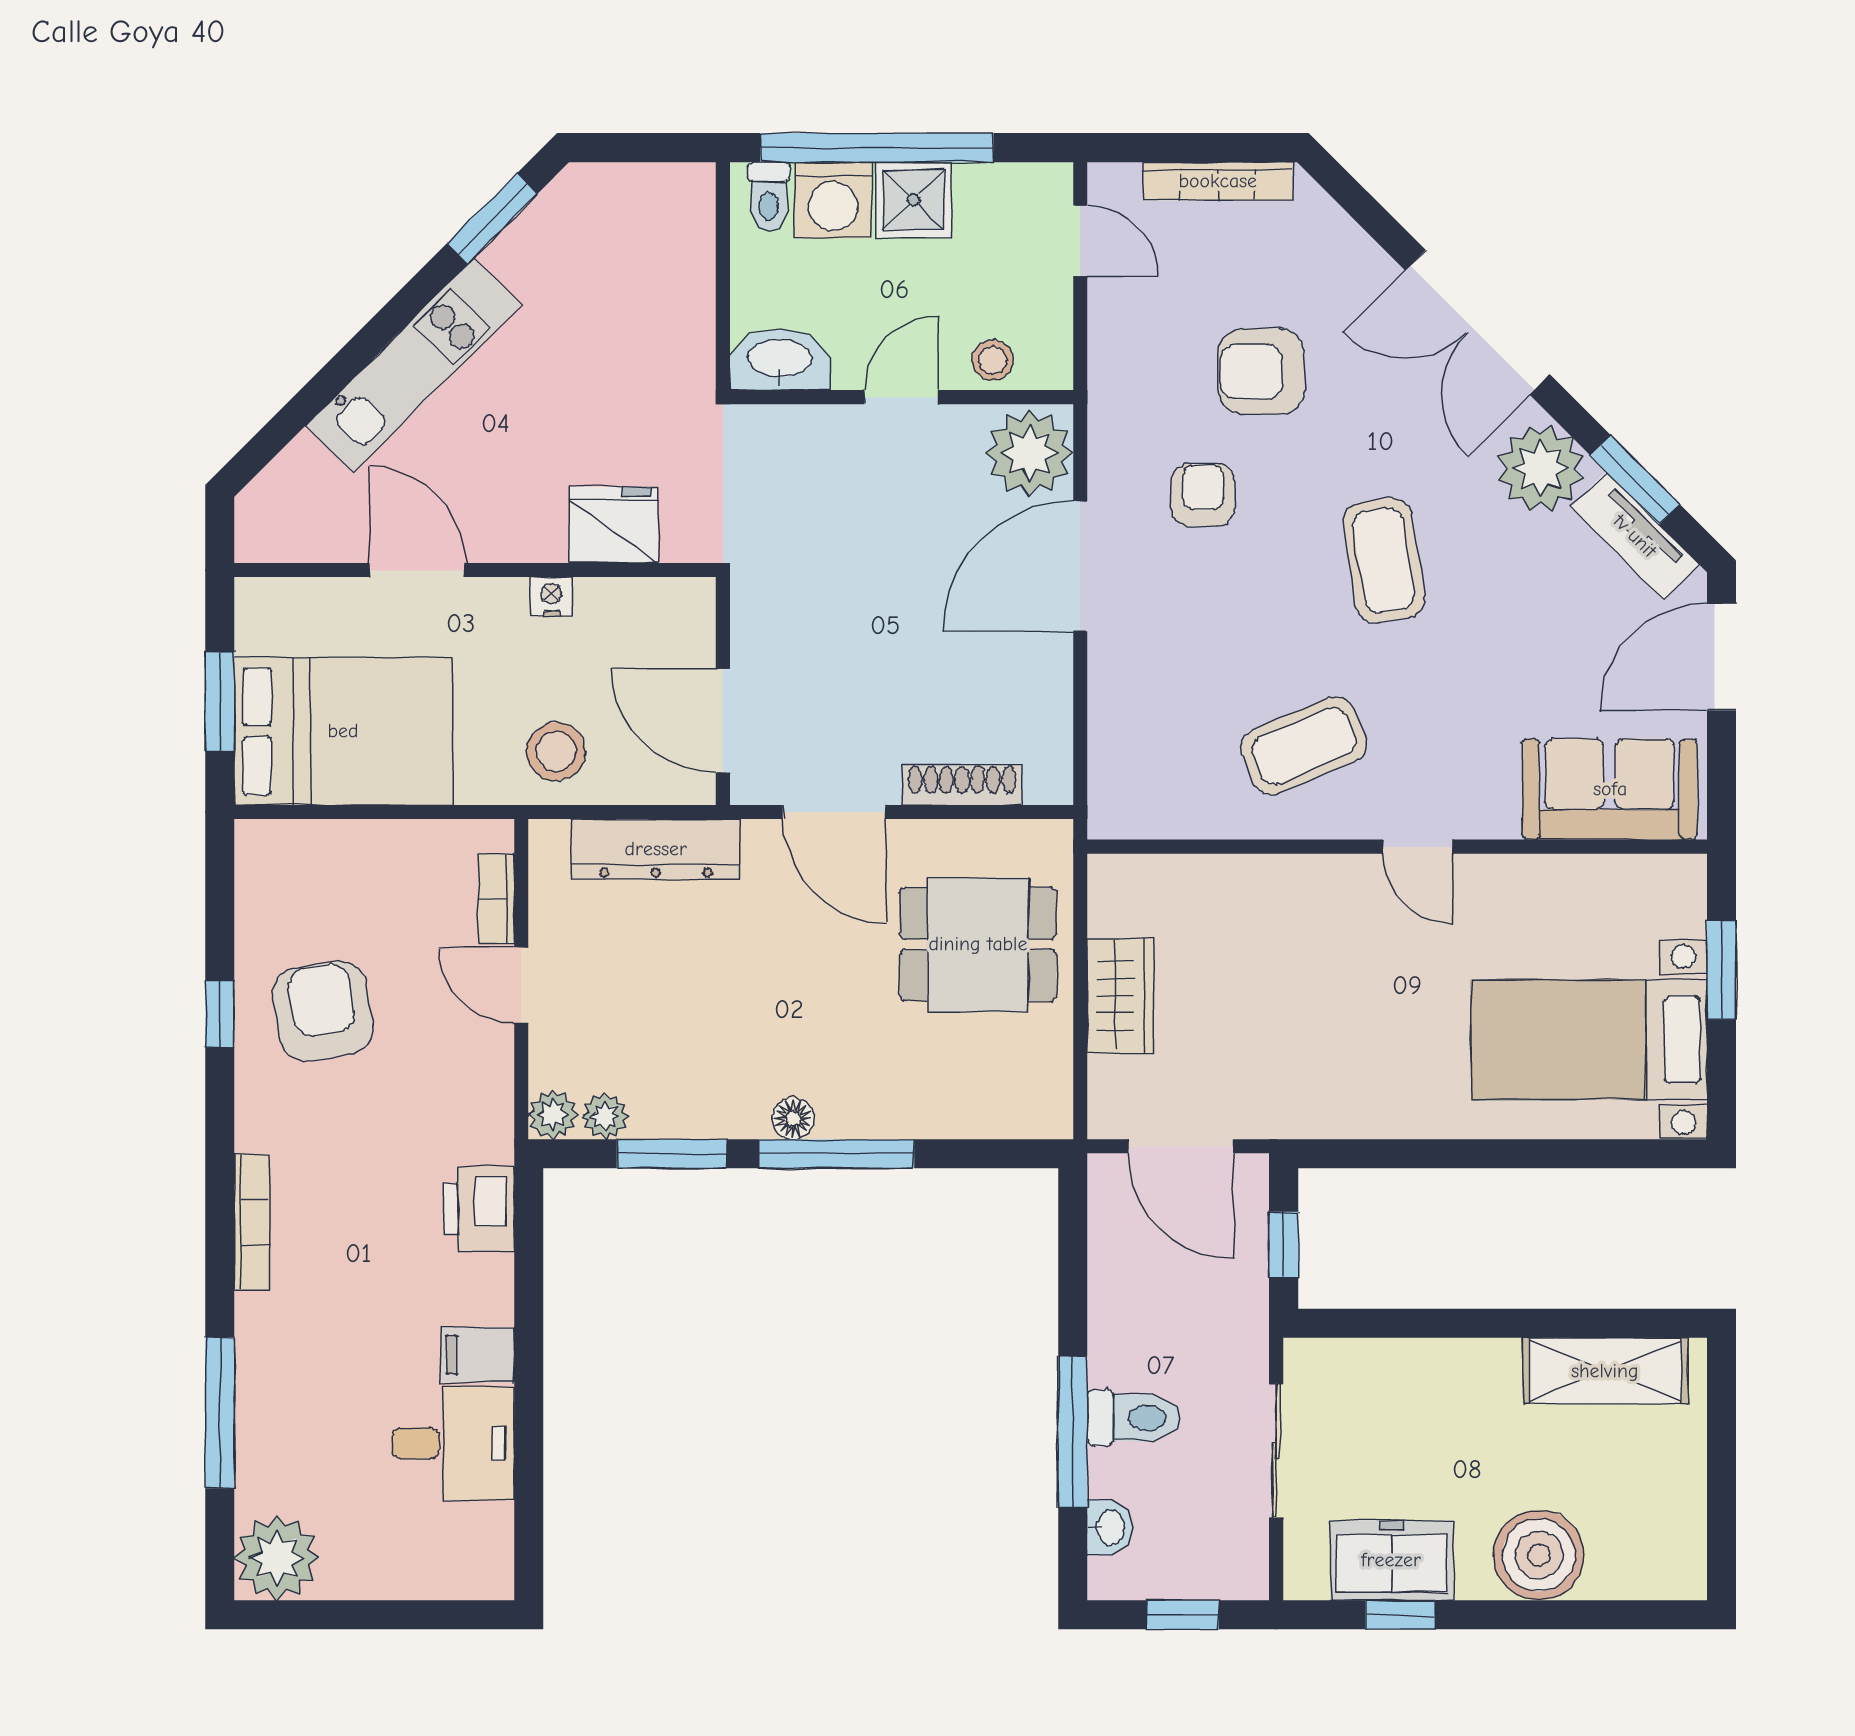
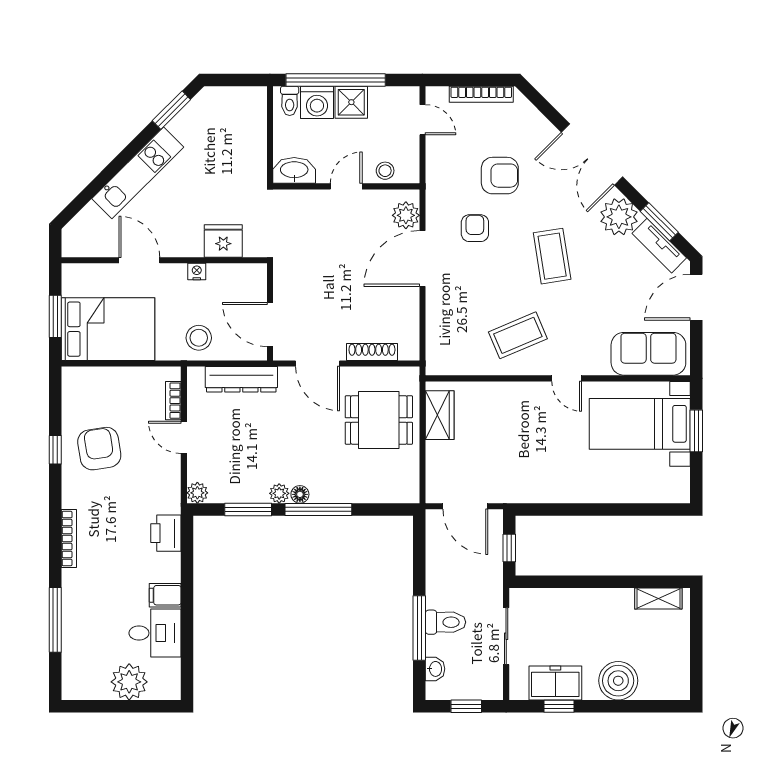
armchair: (1261, 372) -> (500, 176), turned 180
plant: (1029, 453) -> (406, 215), width x0.73, depth x0.73
wardrobe: (1120, 996) -> (440, 415), moved
bed with nightstands: (1589, 1040) -> (640, 424), moved
plant: (605, 1116) -> (279, 493), moved
shelving: (1605, 1371) -> (658, 598), width x0.67, depth x0.75
plant: (277, 1558) -> (129, 682), moved

